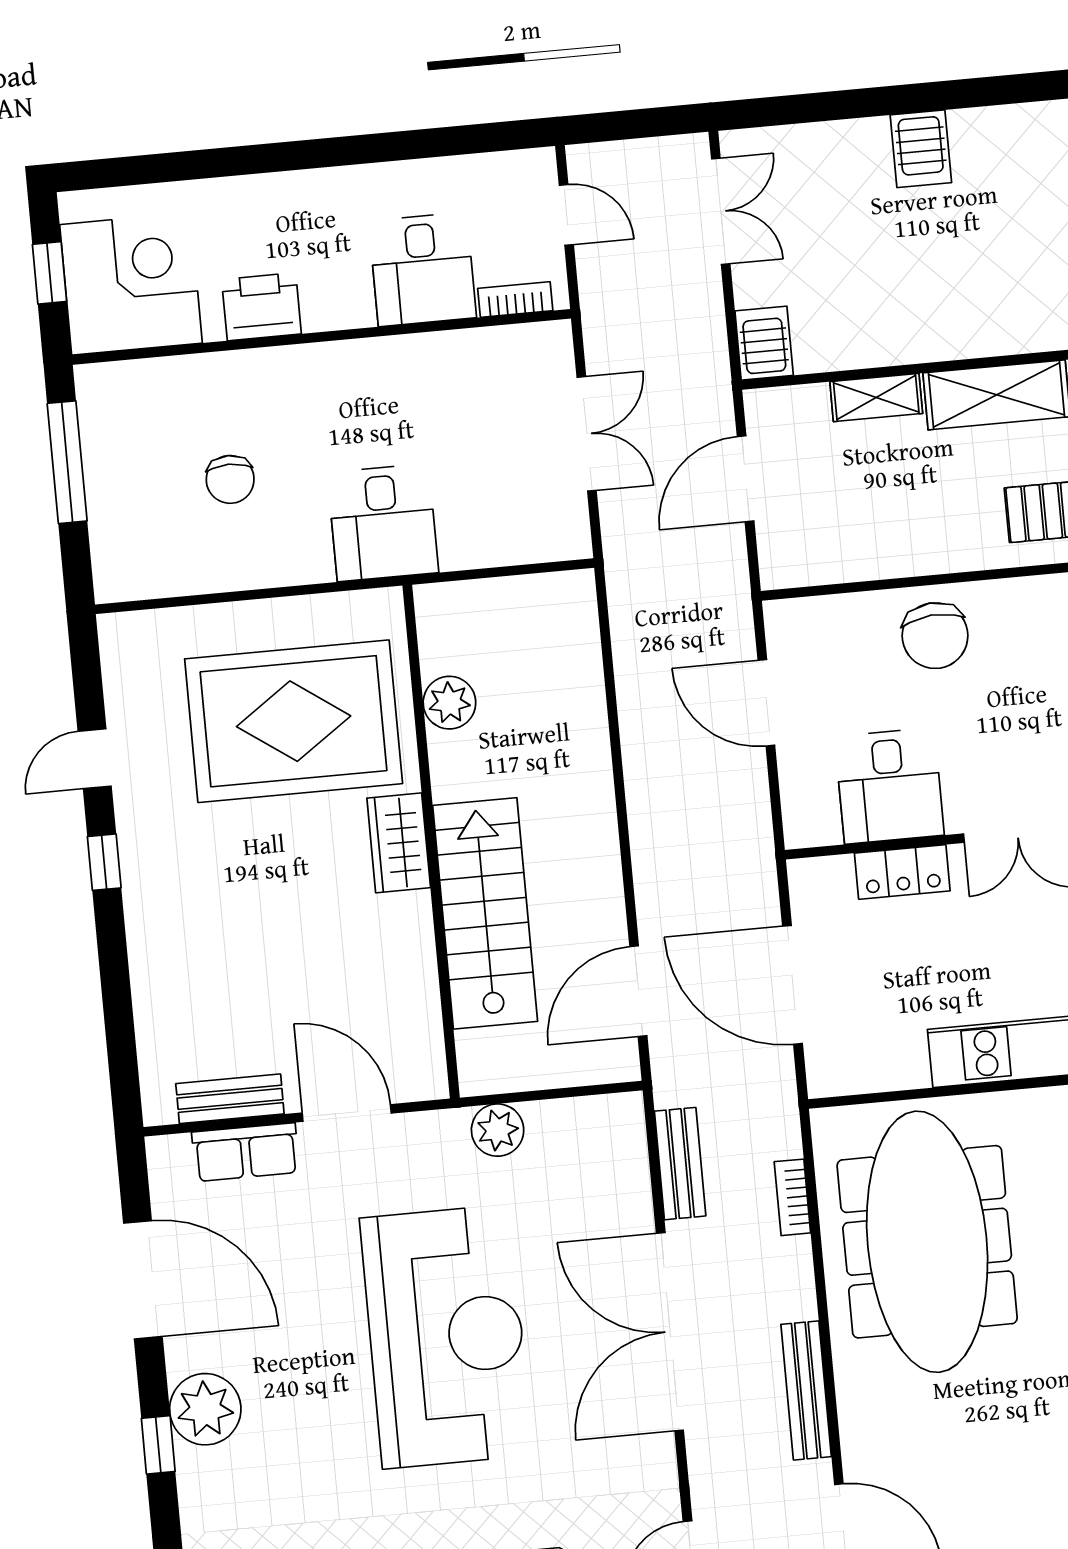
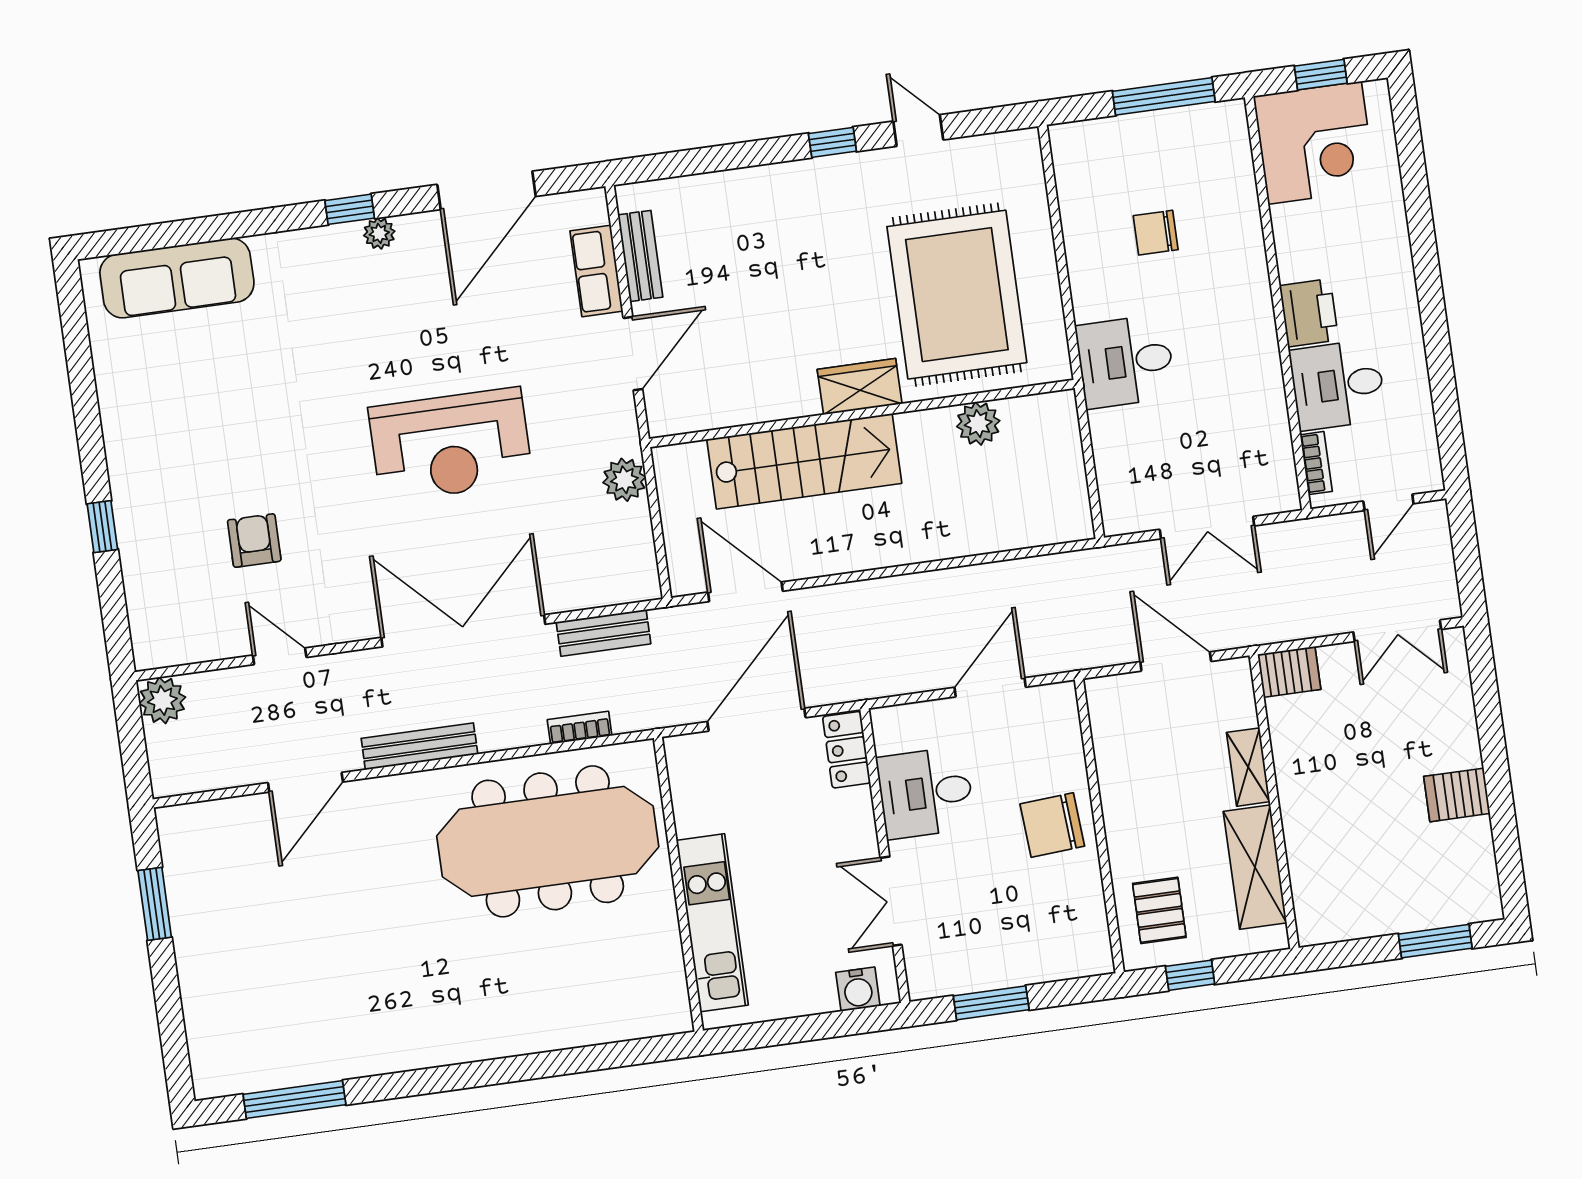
printer: (262, 307) -> (1309, 313), moved
locker: (902, 872) -> (847, 750), moved
reception desk: (446, 1337) -> (451, 445), width x0.74, depth x0.77
plant: (205, 1409) -> (379, 233), width x0.53, depth x0.53

